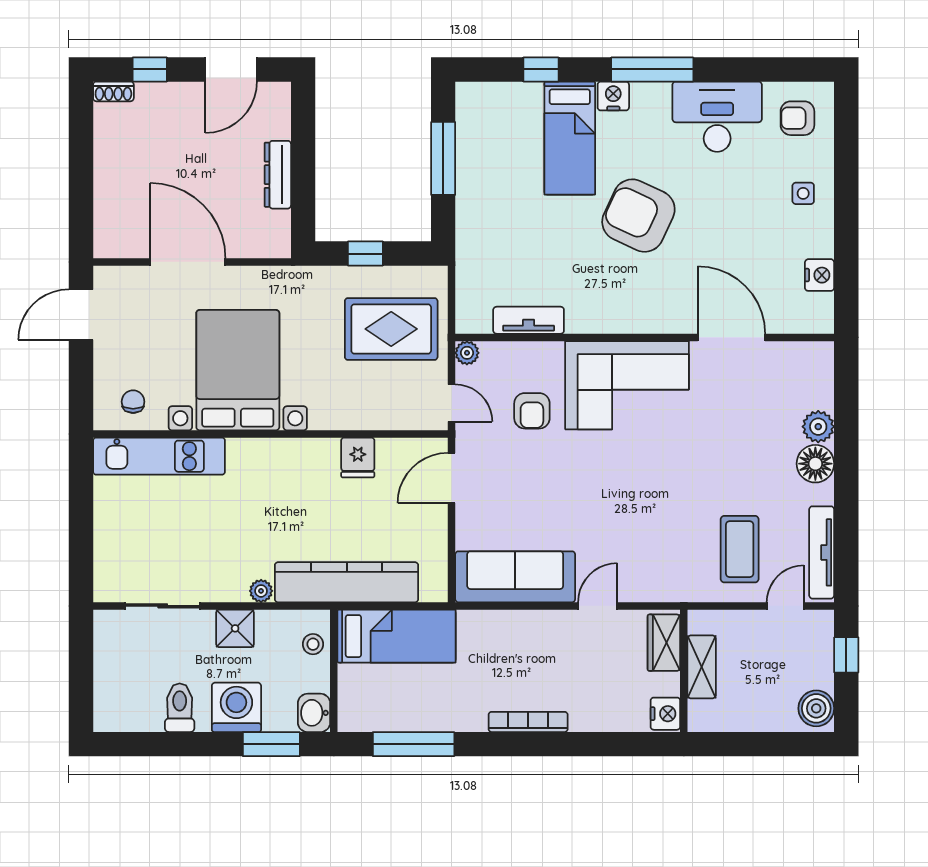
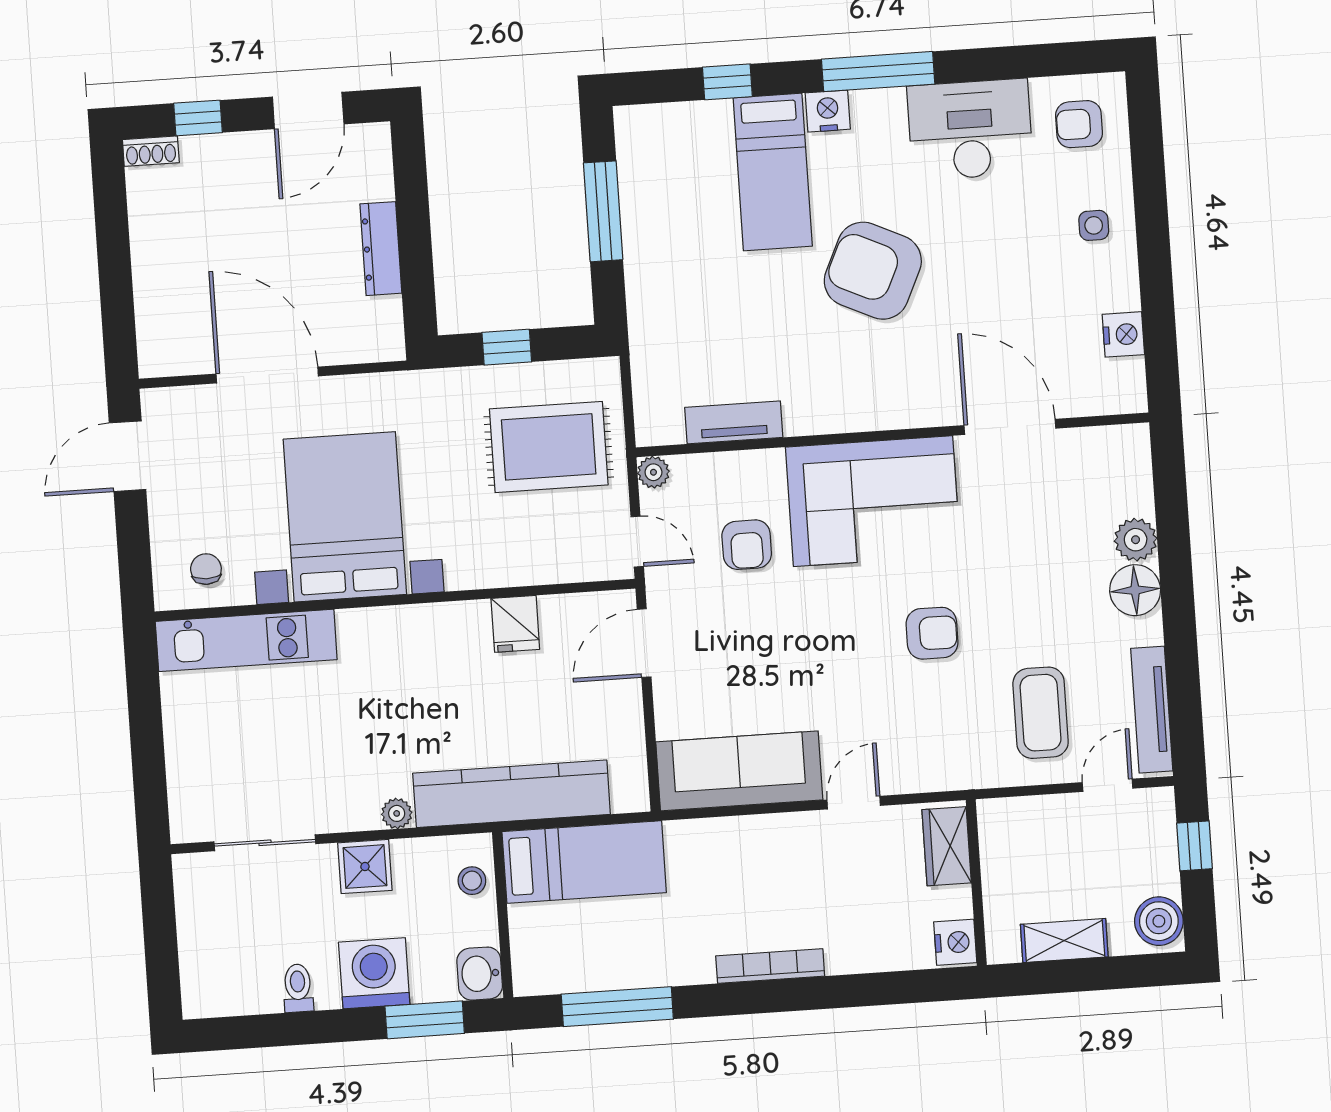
armchair: (664, 485) -> (932, 633), added
shelving: (702, 667) -> (1064, 941), moved, turned 90
toilet: (180, 708) -> (298, 988), width x0.73, depth x0.72

